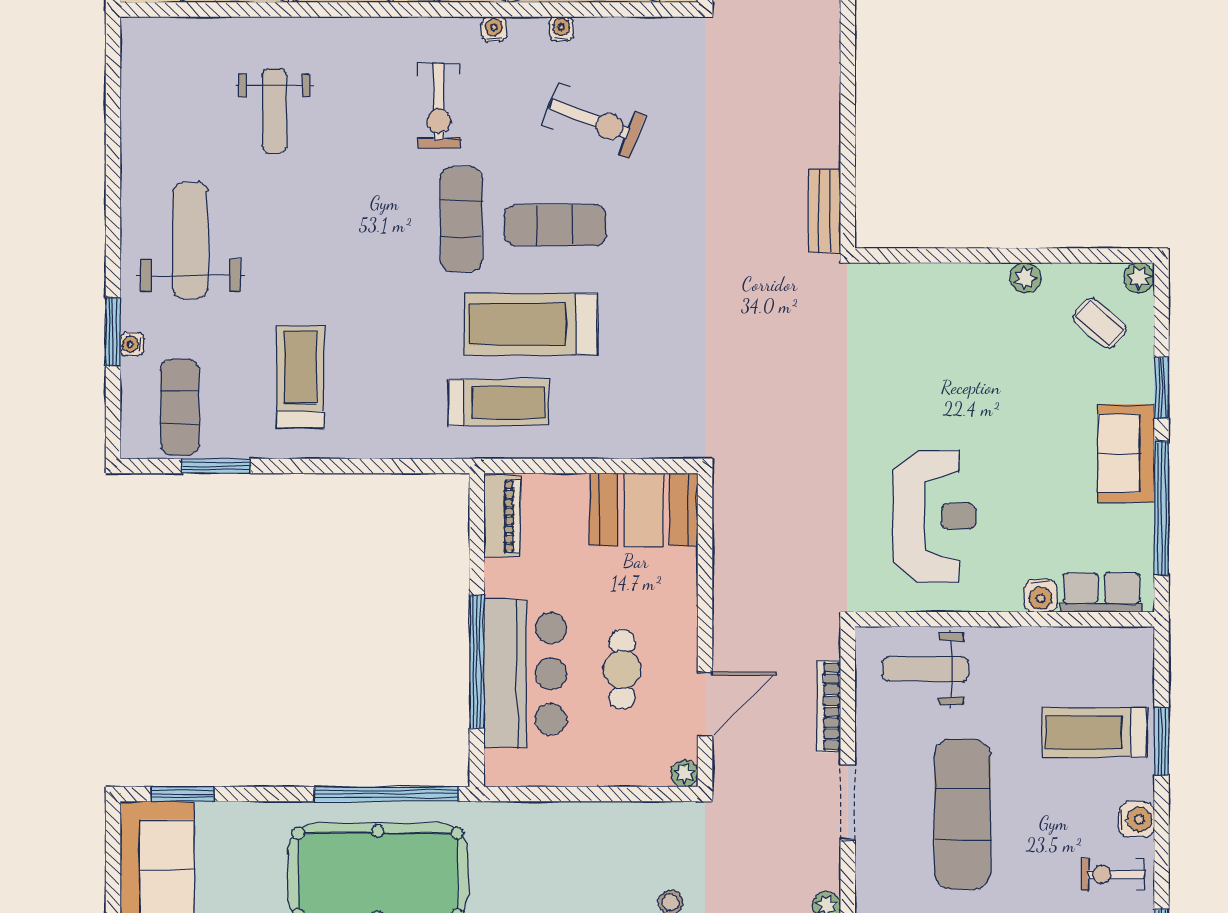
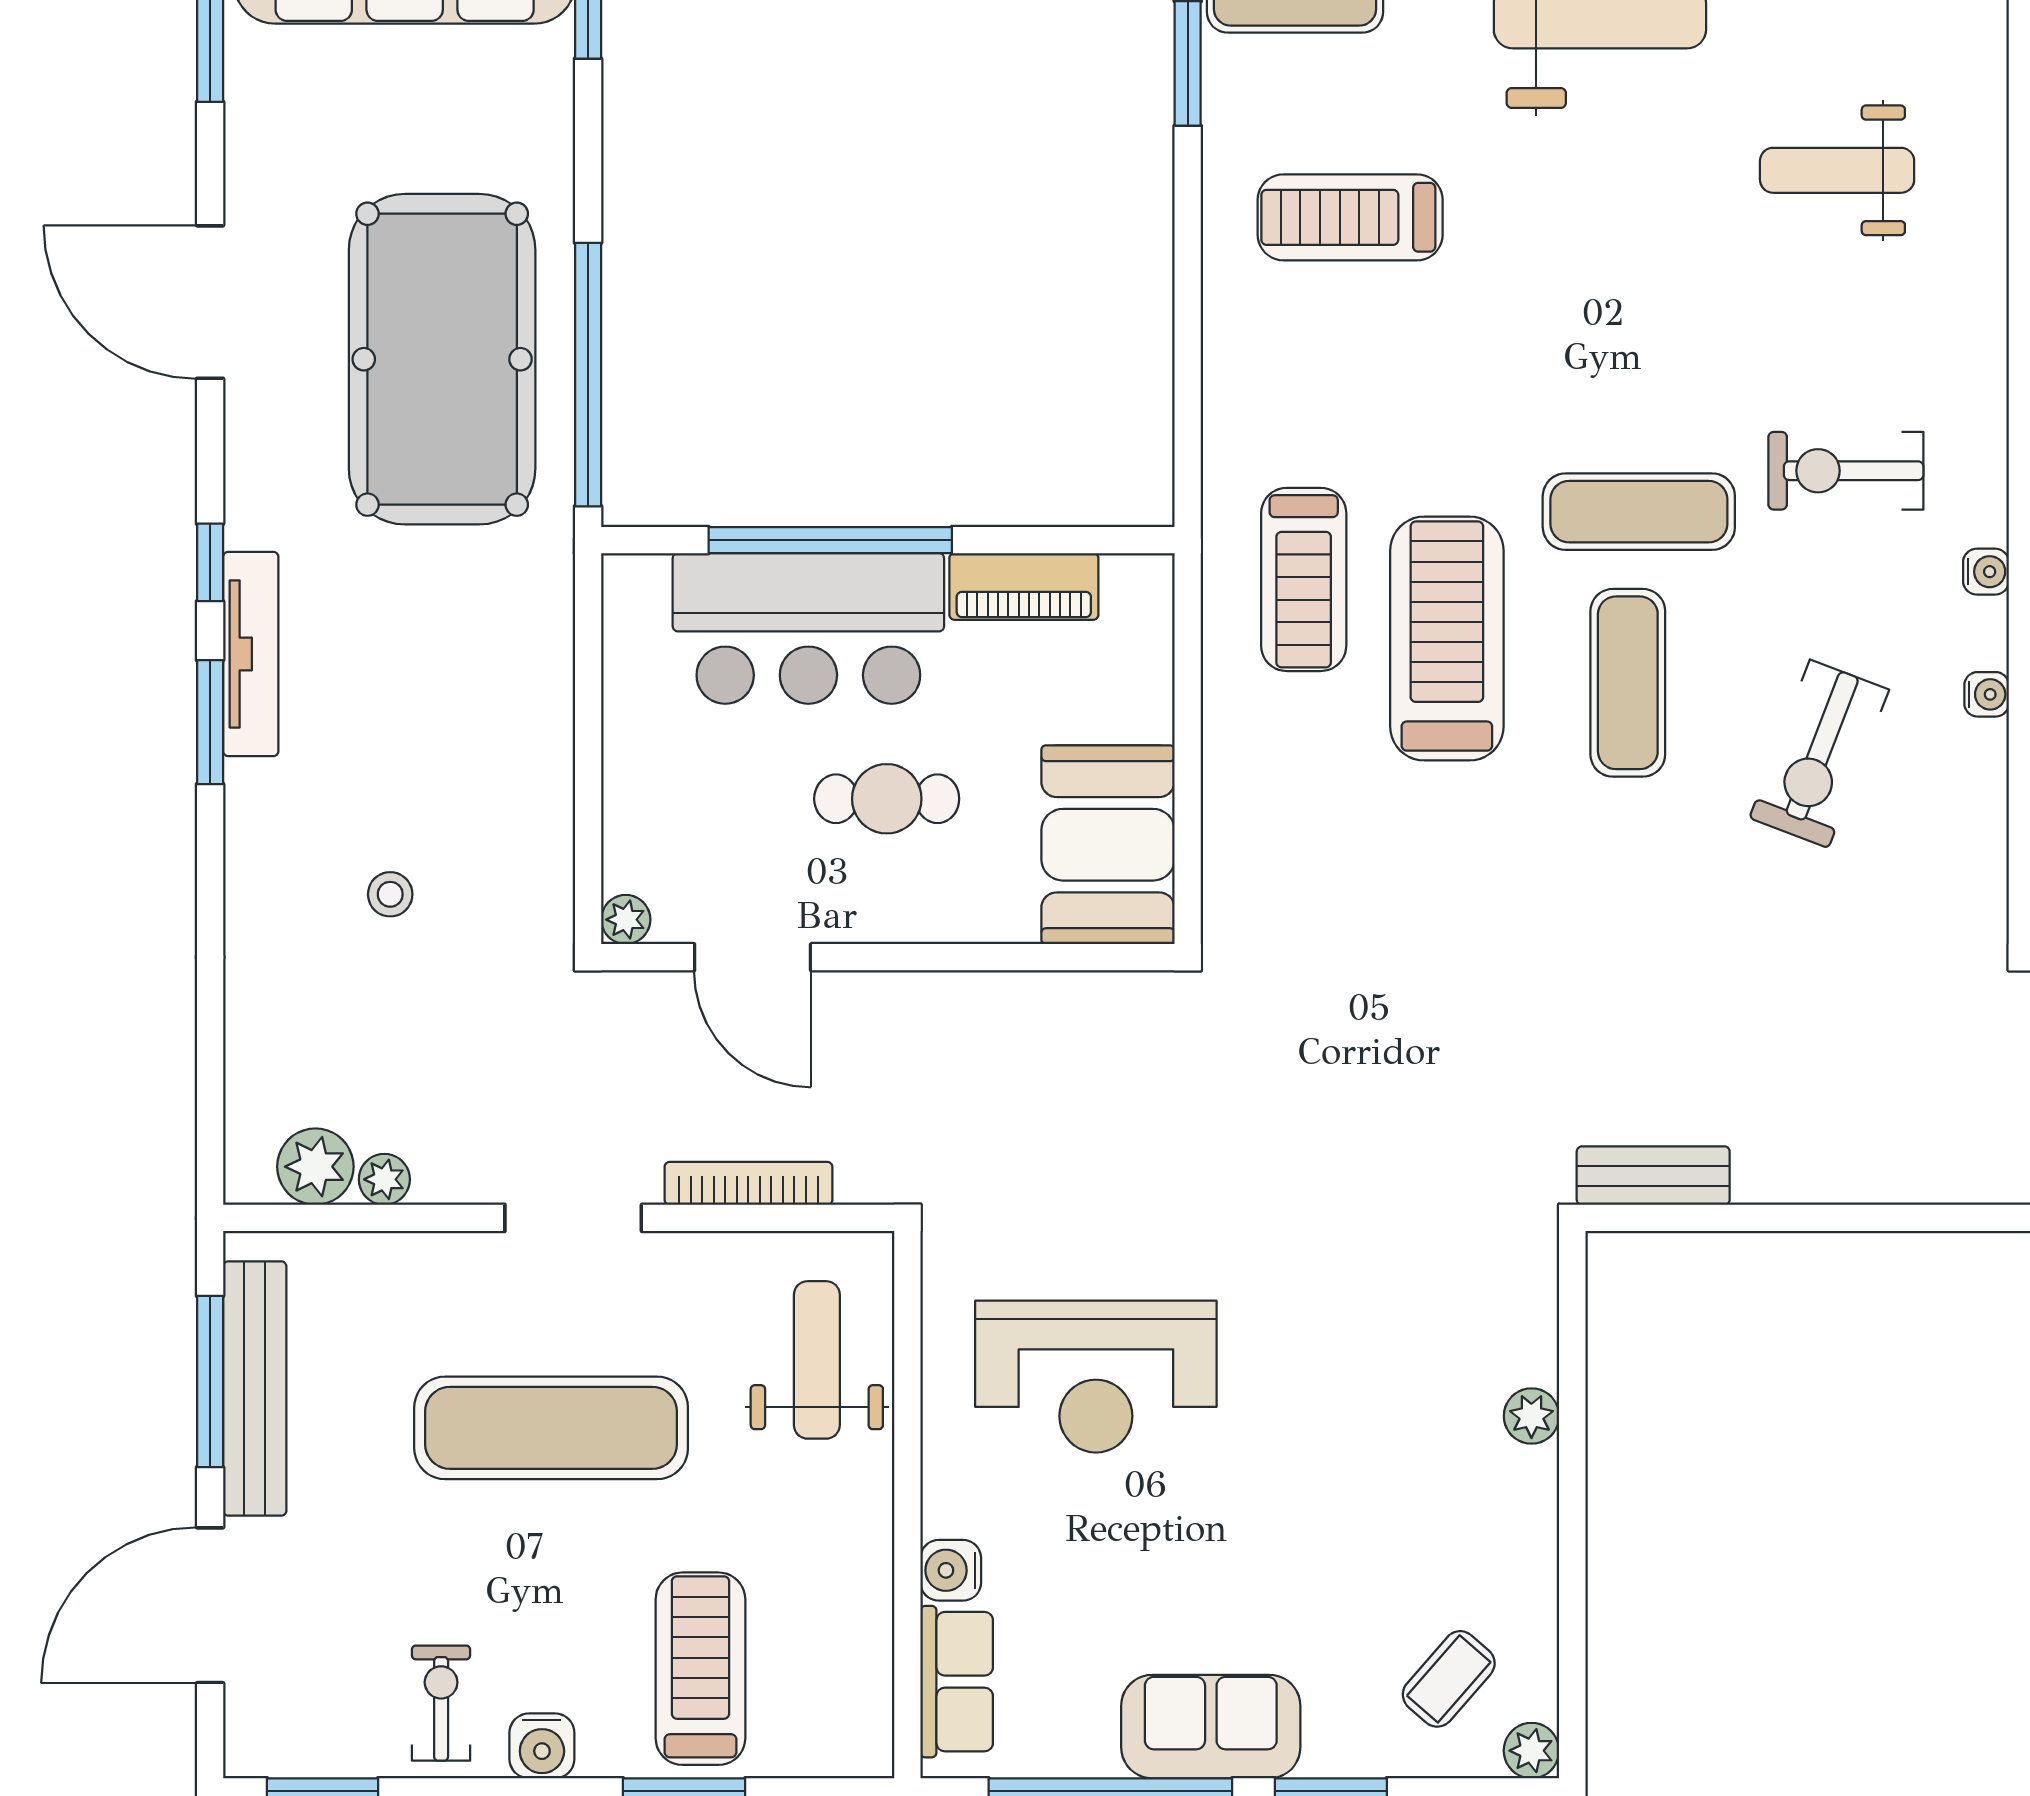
plant: (1025, 278) -> (1531, 1416), moved
treadmill: (300, 377) -> (1350, 217), turned 180
piano: (502, 516) -> (1024, 586), moved
cafe table: (622, 670) -> (887, 799), moved

